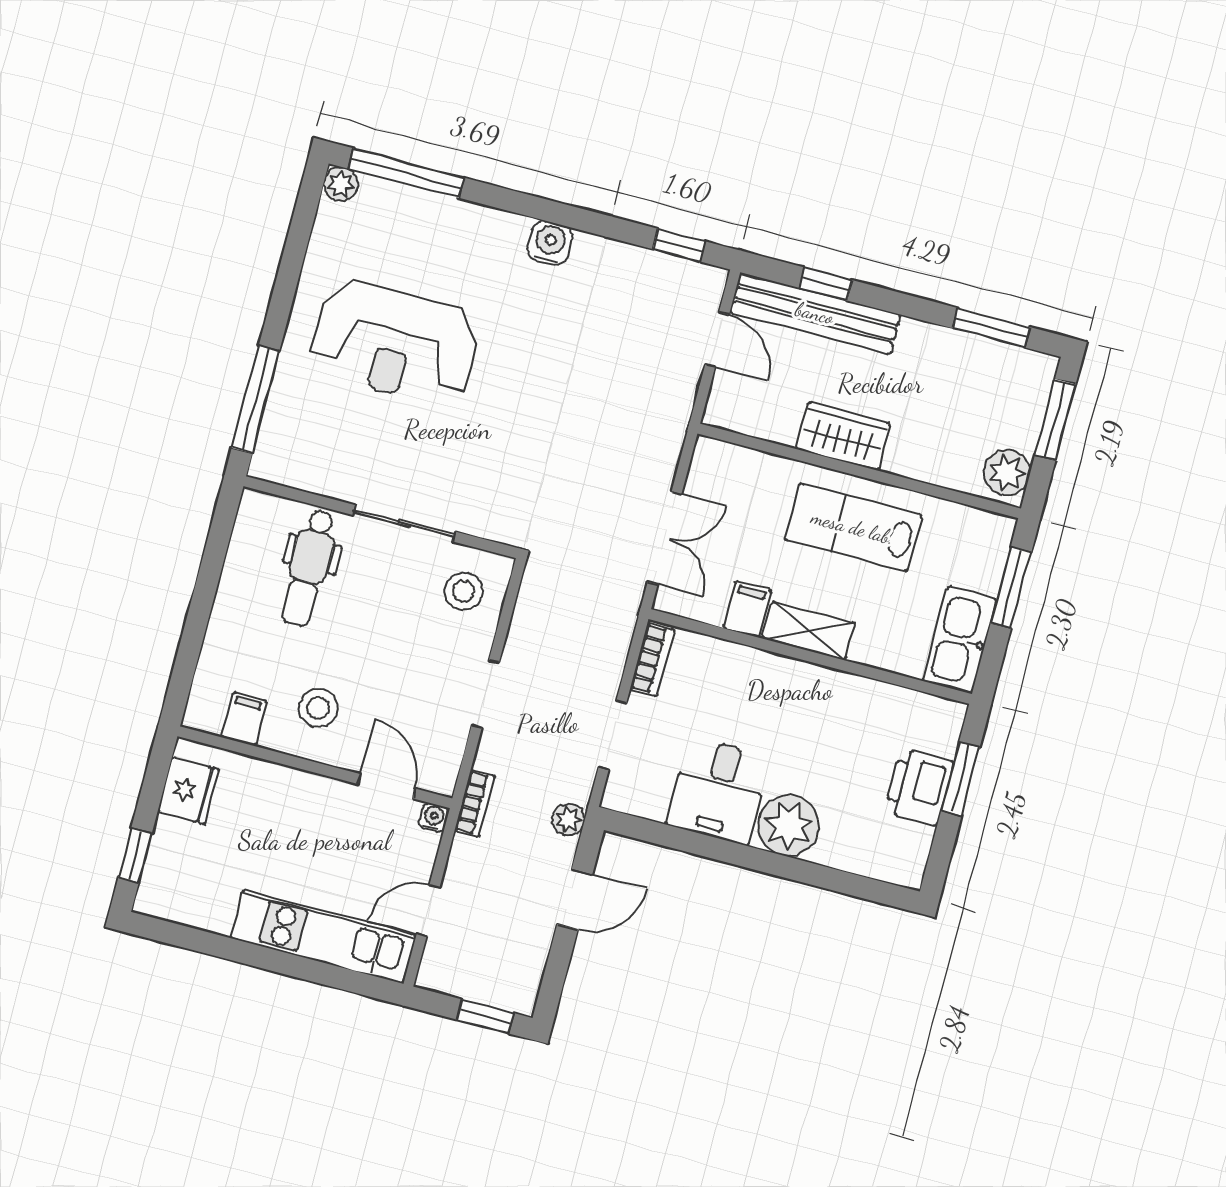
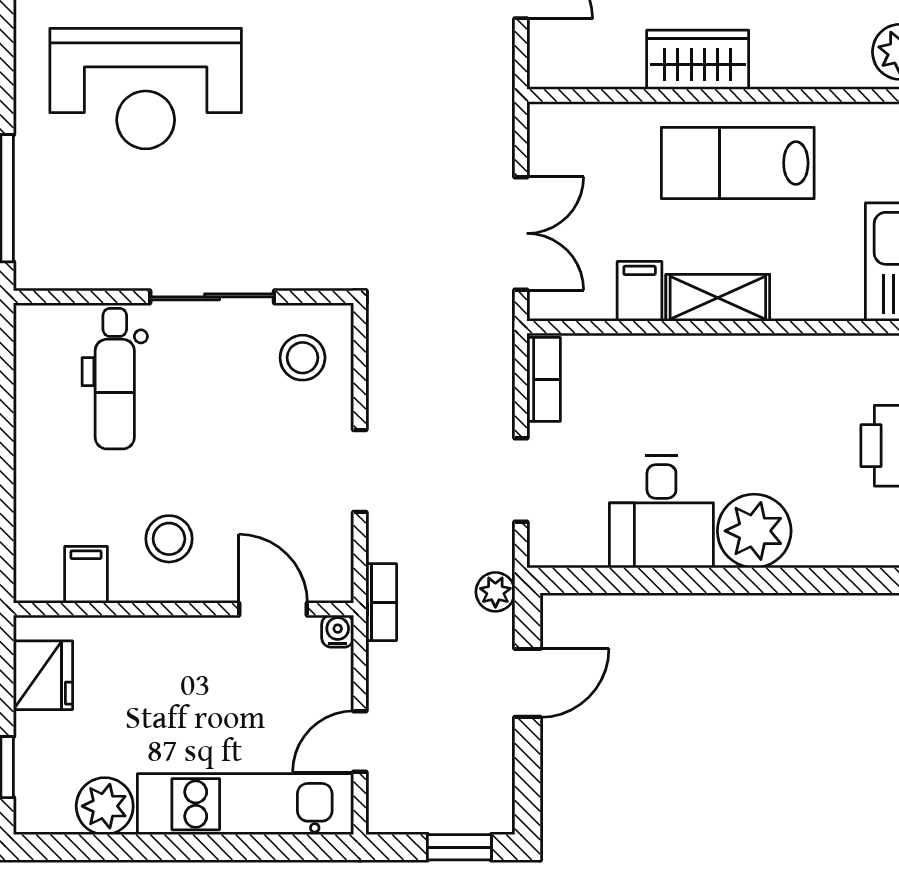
plant: (210, 908) -> (105, 806), added

